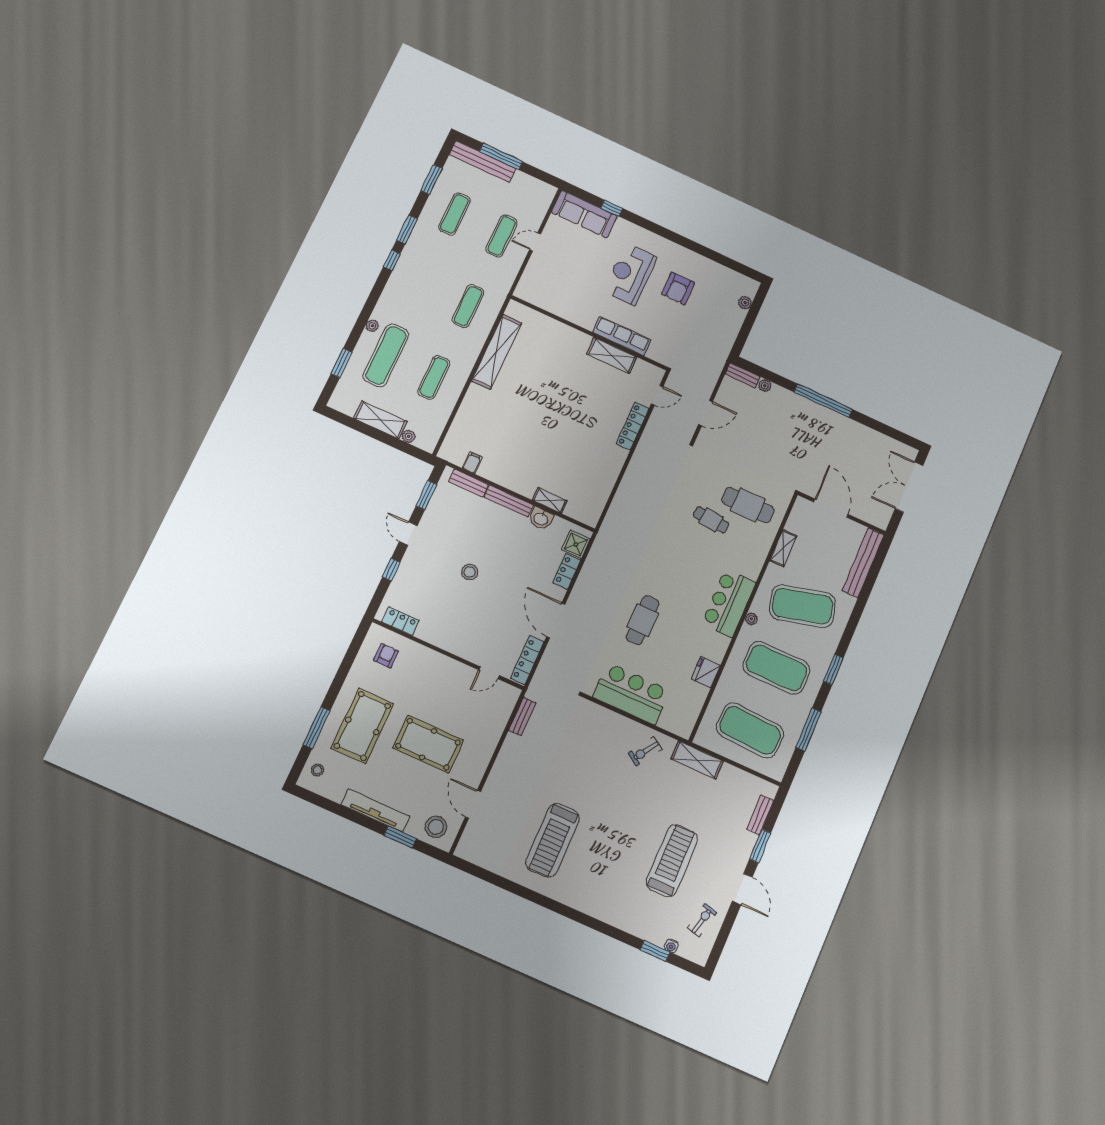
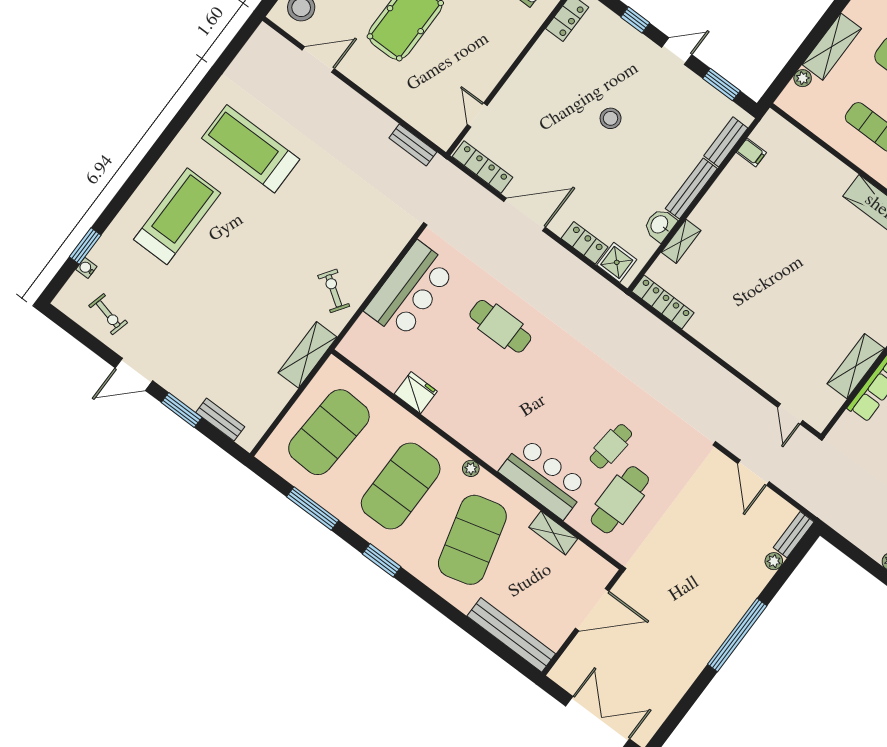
locker: (633, 426) -> (663, 302), moved
bar counter: (729, 603) -> (544, 478), moved
treadmill: (672, 861) -> (177, 216), moved, turned -90

